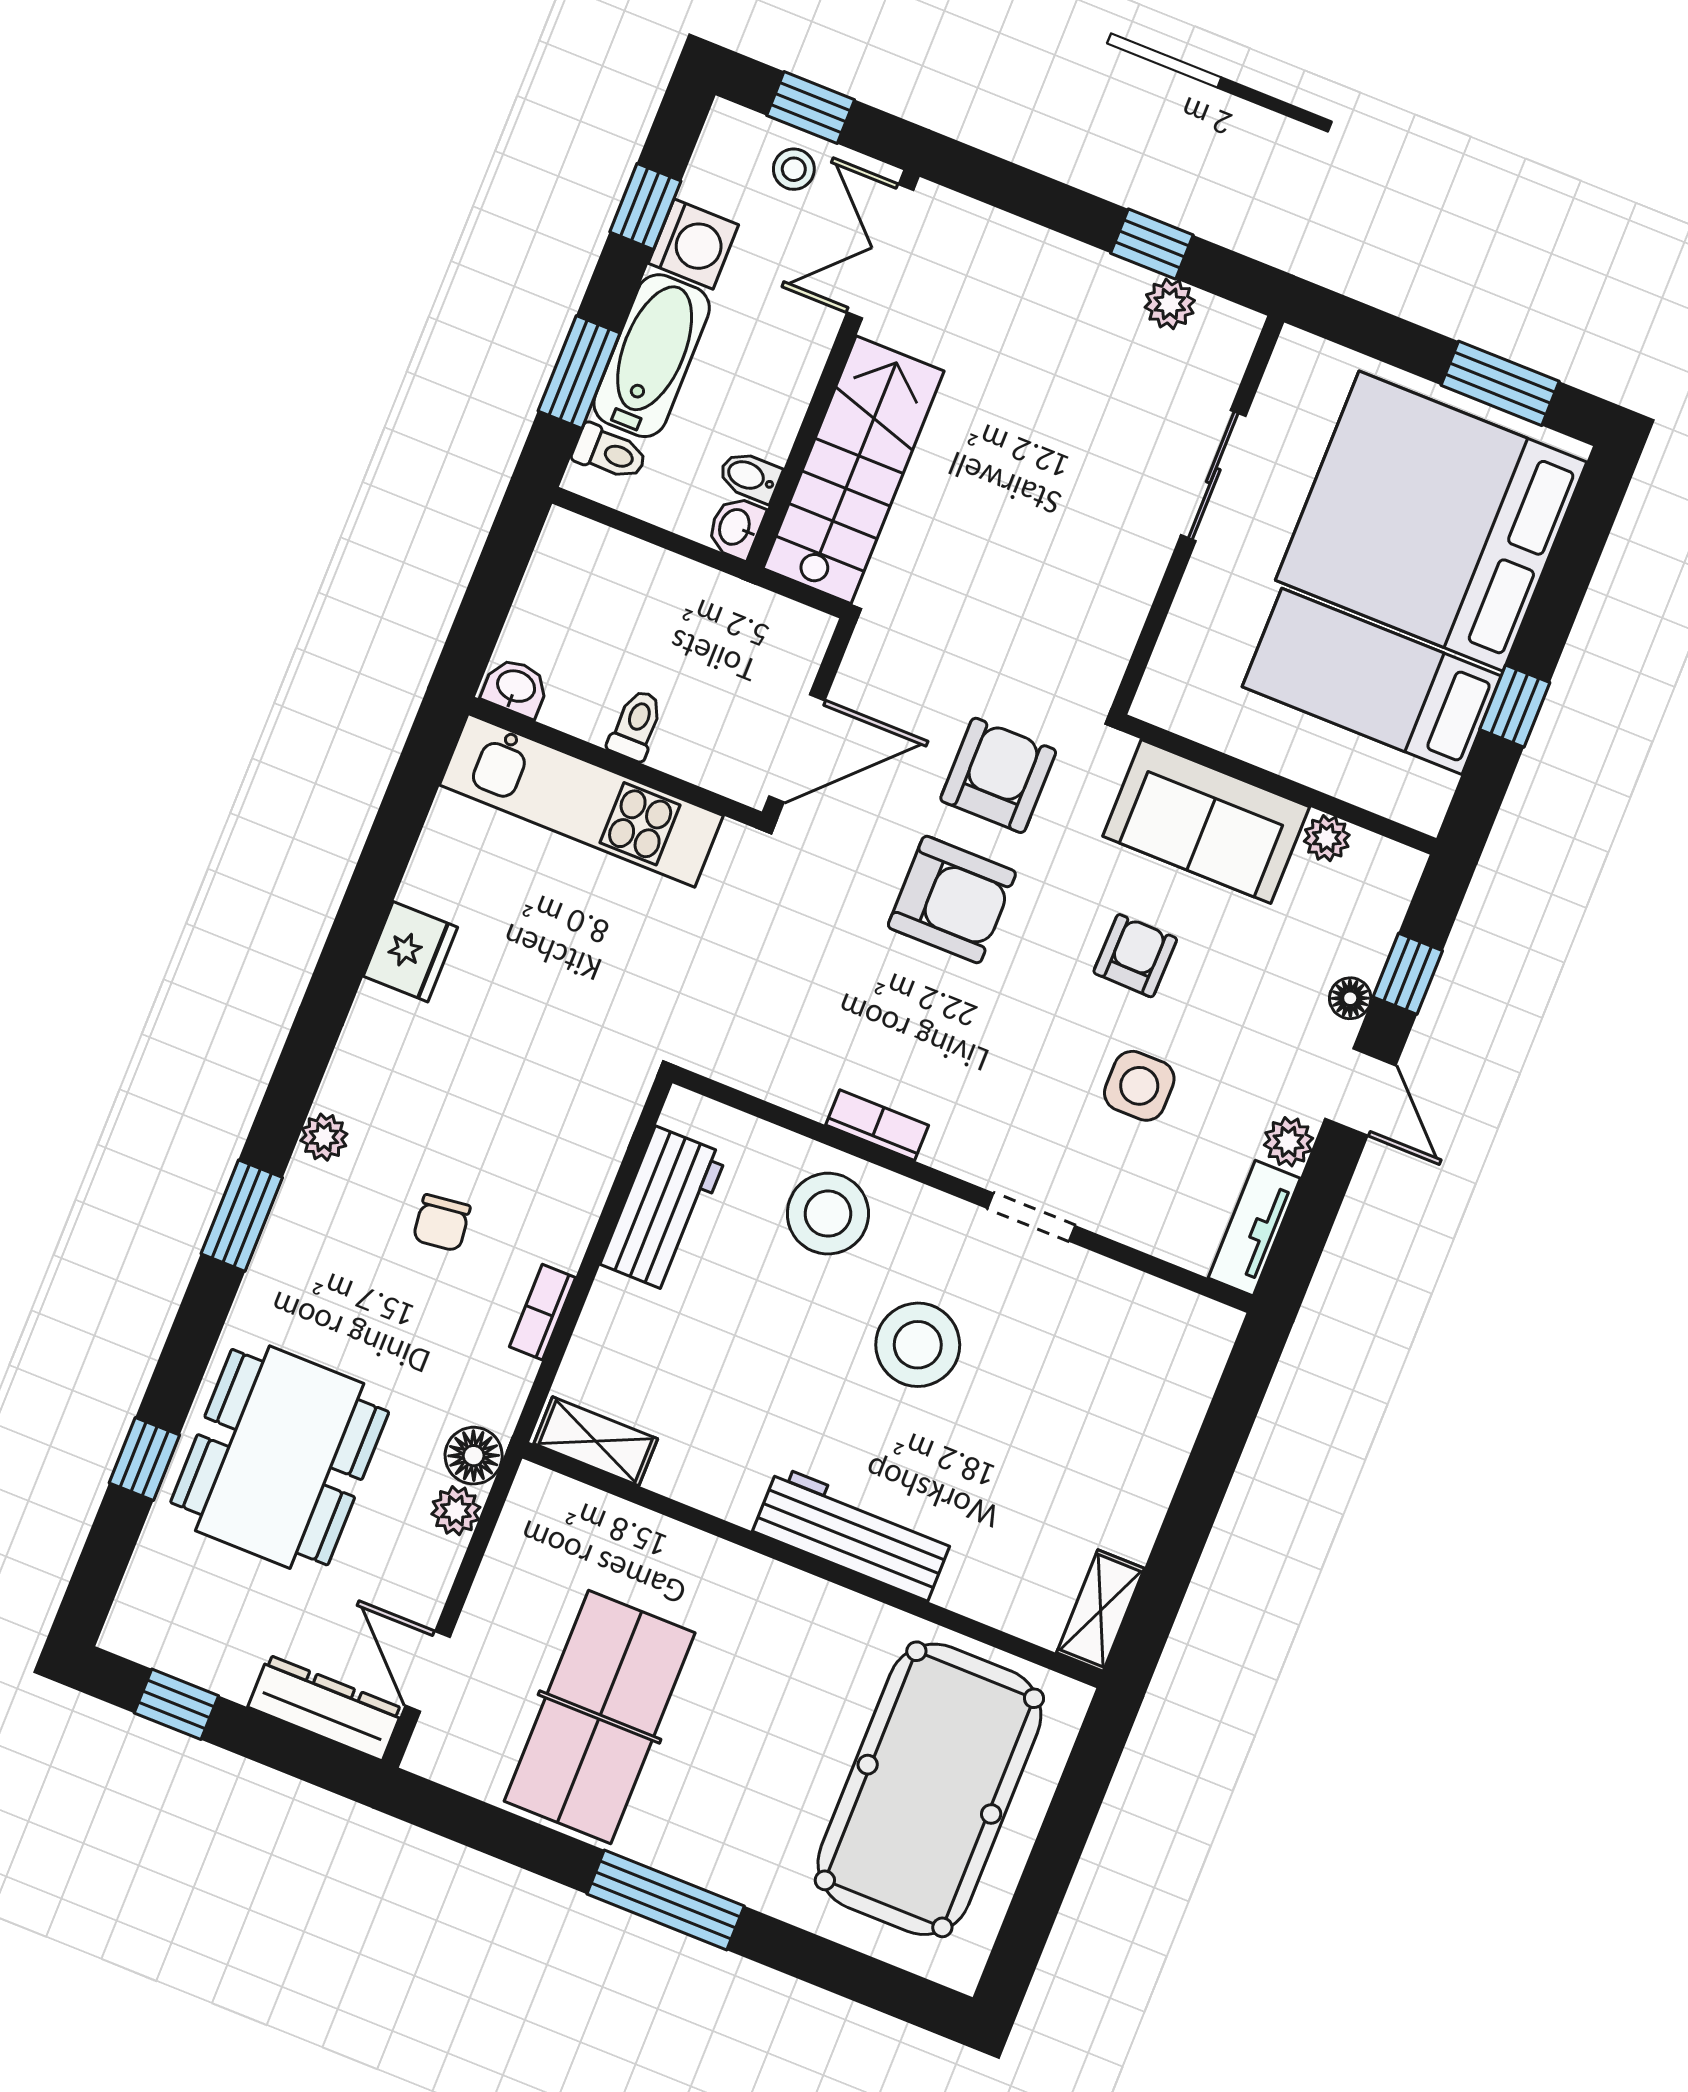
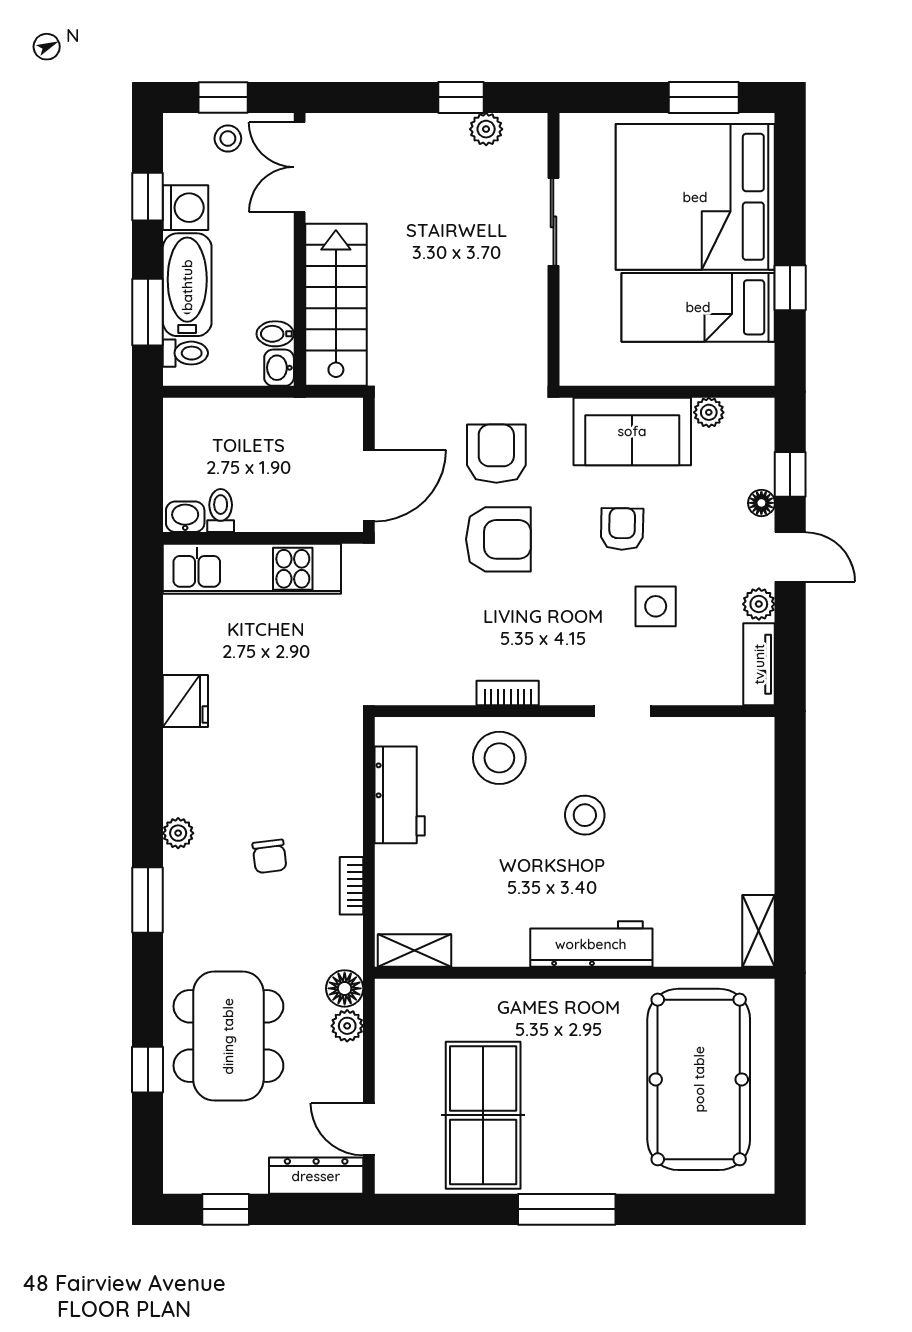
toilet: (636, 725) -> (221, 511), moved
stool: (918, 1345) -> (585, 815), width x0.73, depth x0.73

